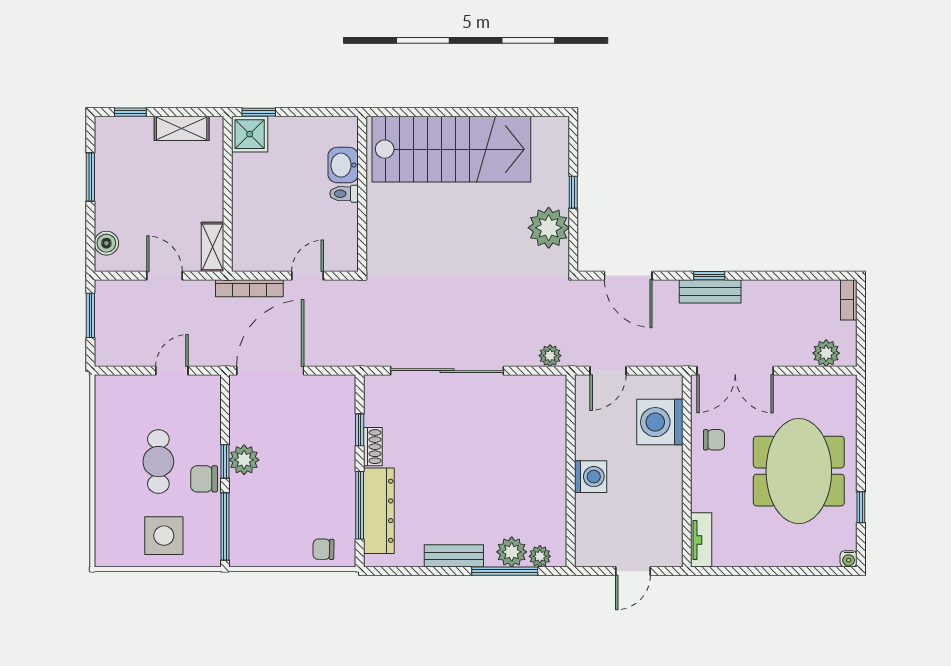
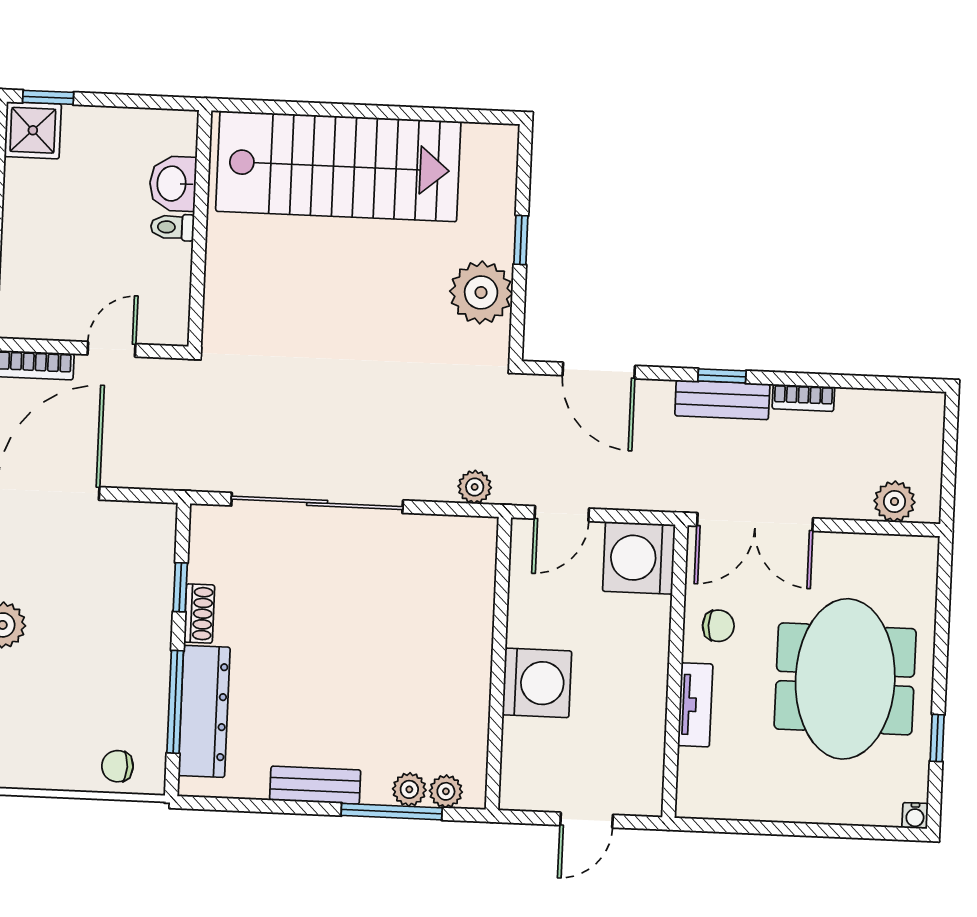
bookcase: (849, 300) -> (803, 398), moved, turned -90
washing machine: (660, 422) -> (639, 558), moved
washing machine: (591, 477) -> (537, 683), width x1.37, depth x1.37
tv unit: (701, 540) -> (695, 705), moved
plant: (512, 552) -> (409, 789), width x0.73, depth x0.73

